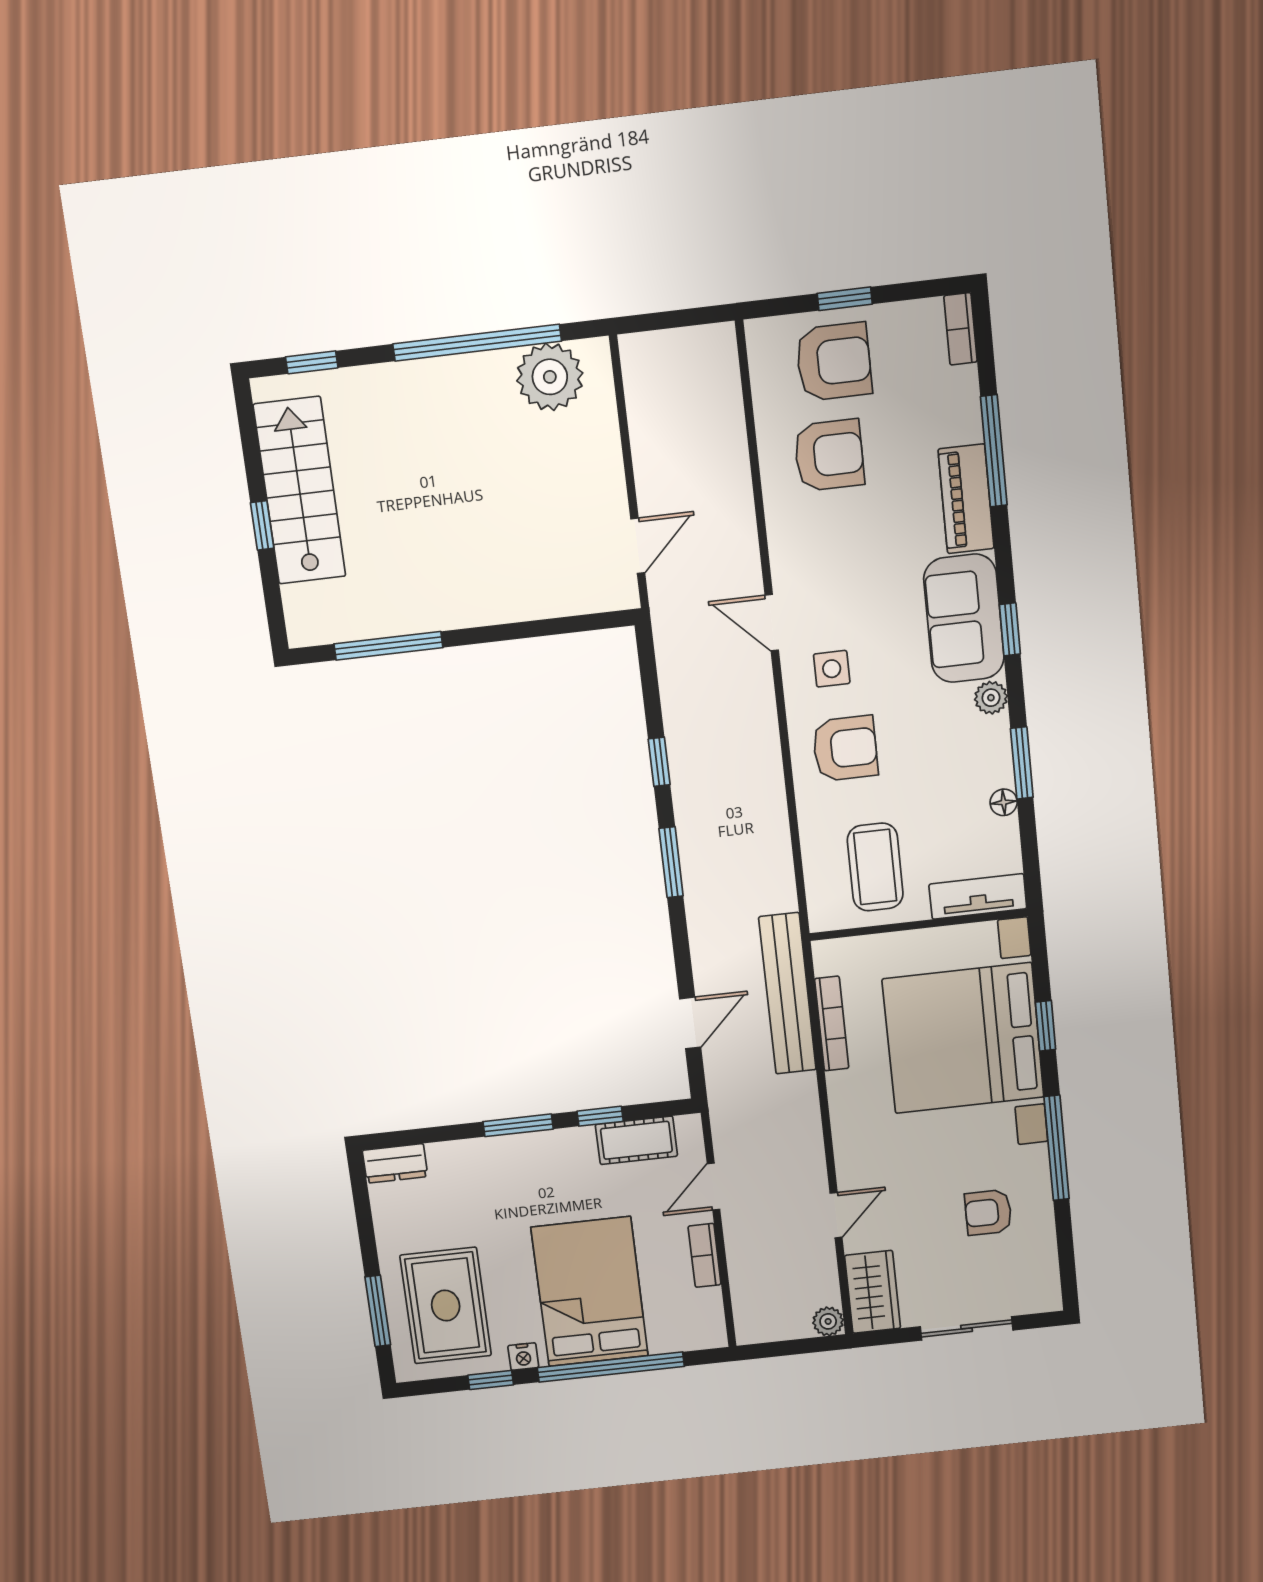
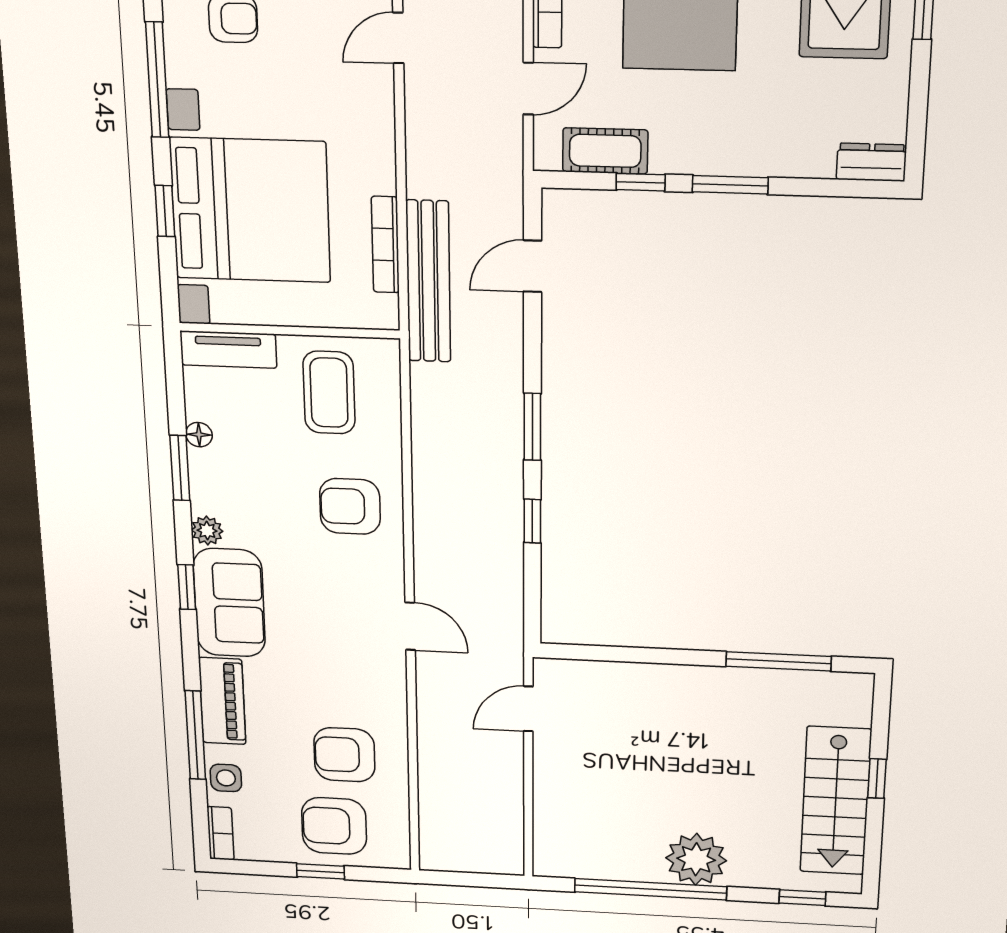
plant: (550, 377) -> (696, 859), moved
side table: (832, 669) -> (226, 778), moved

